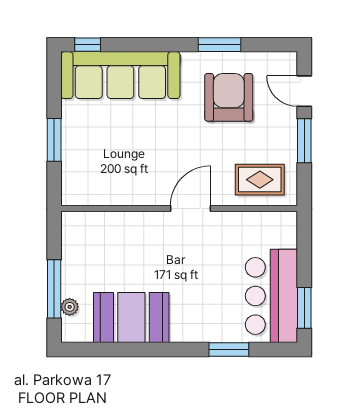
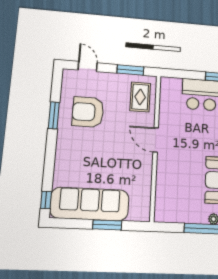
sofa: (120, 75) -> (90, 204), moved, turned -90
door: (304, 91) -> (88, 66), swing flipped
window: (304, 141) -> (130, 70), moved

